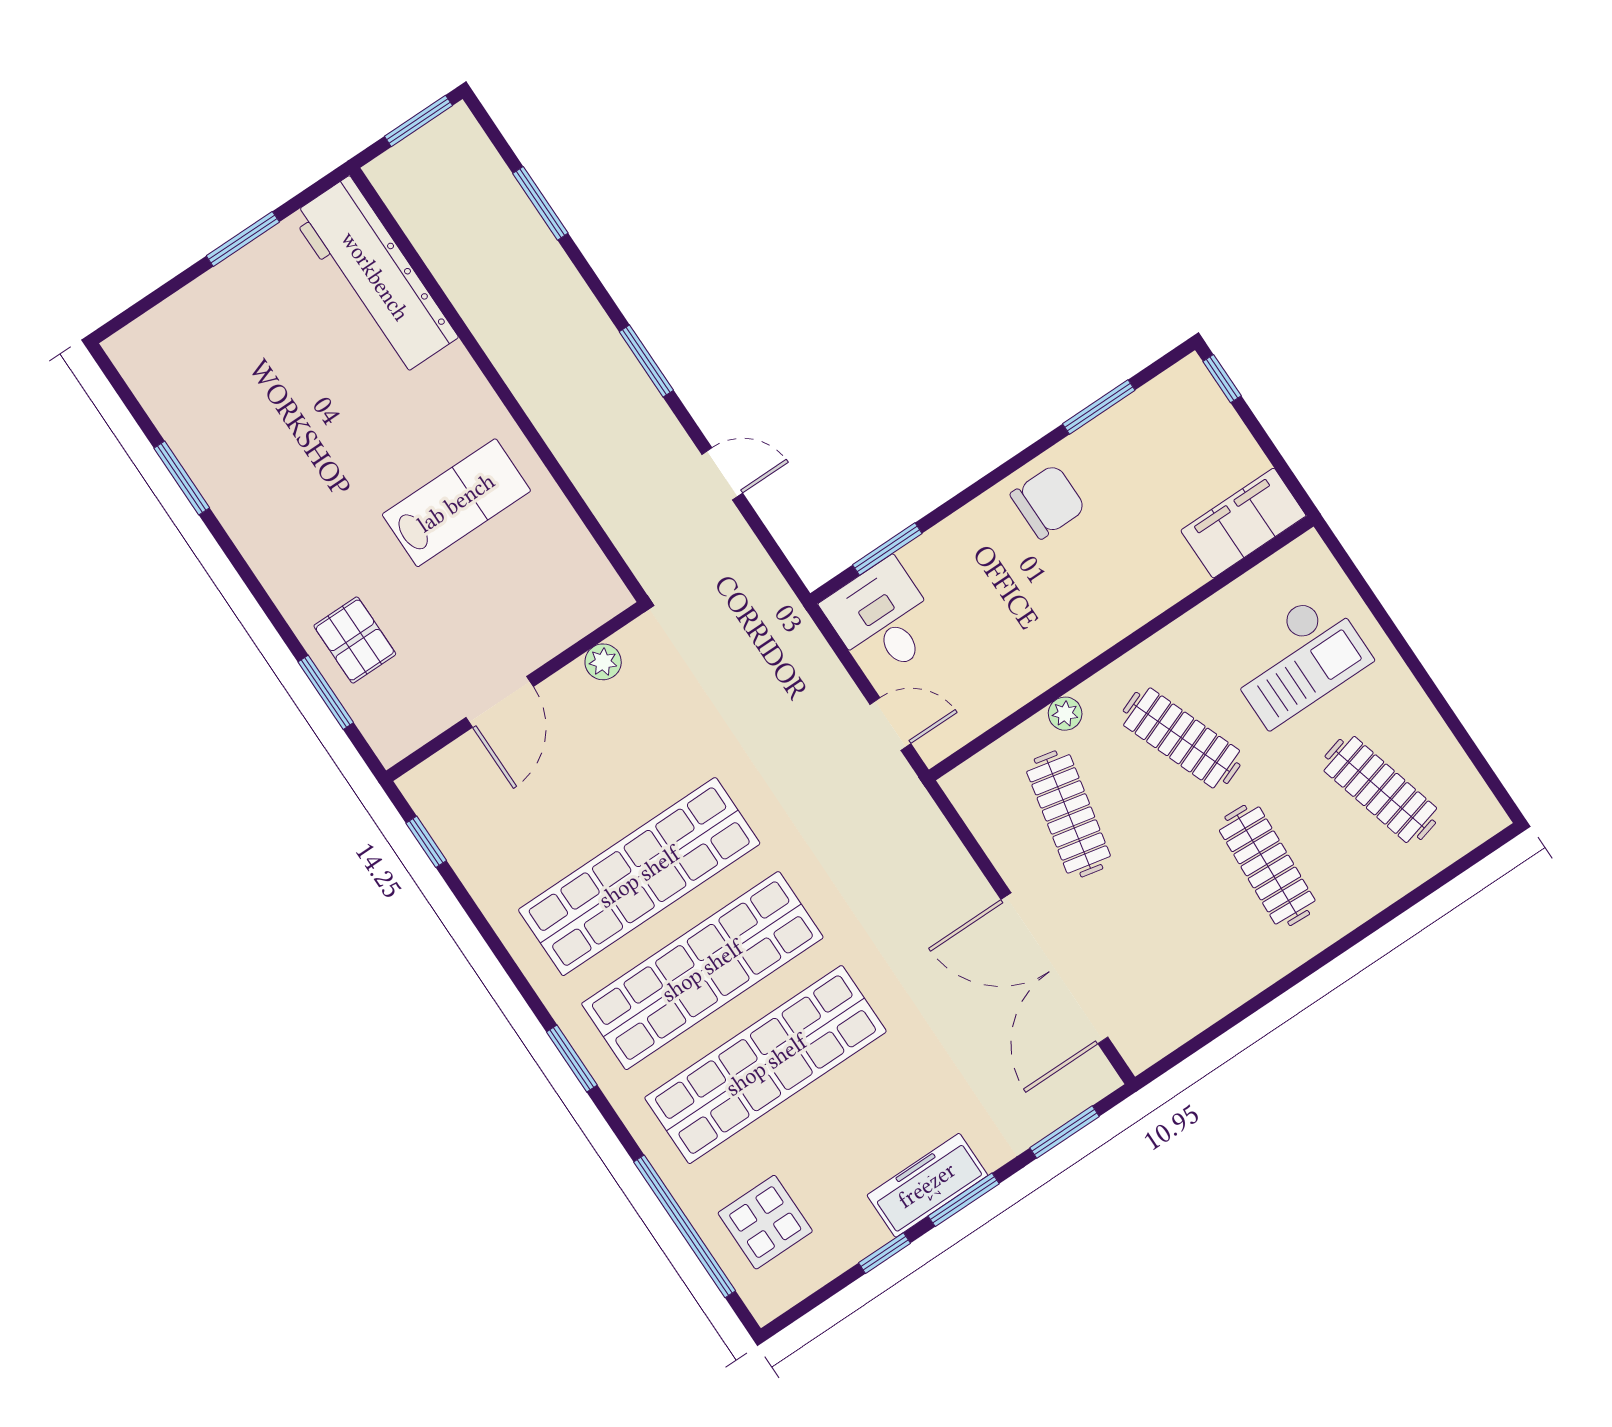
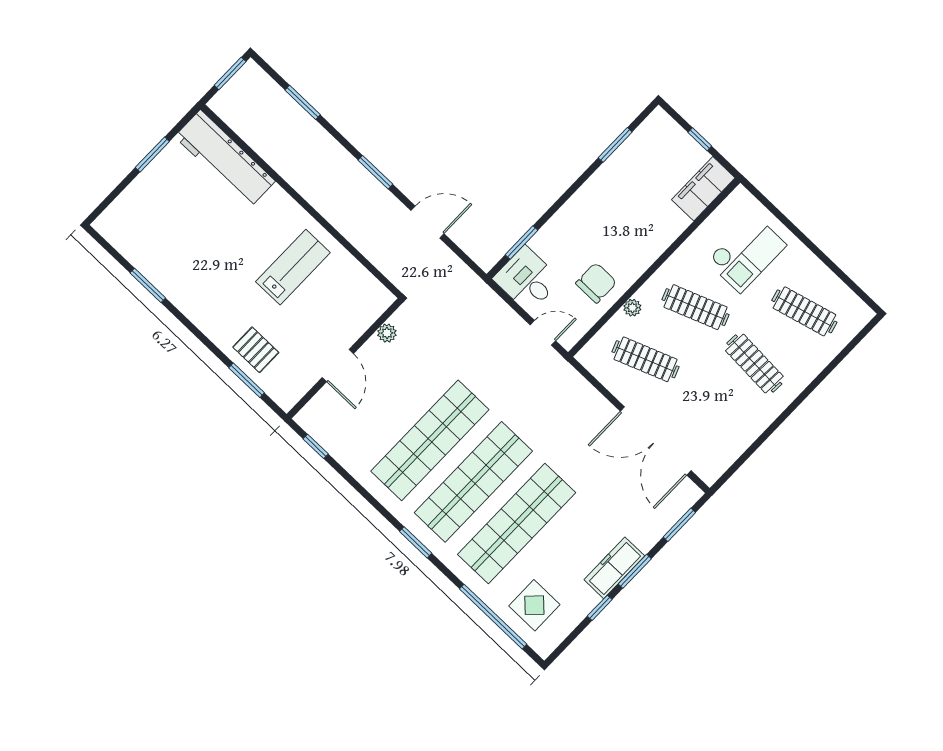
window: (1222, 379) -> (700, 139), moved
door: (722, 474) -> (427, 222), width x1.38
chair: (1048, 501) -> (596, 283), moved
clothes rail: (1069, 814) -> (645, 359), turned -33

